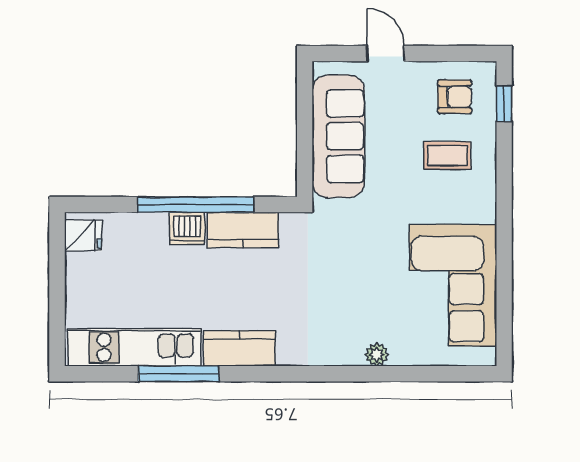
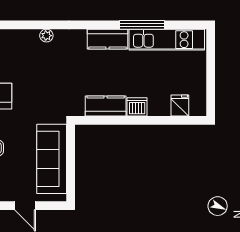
window: (196, 205) -> (132, 120), removed
fridge: (83, 235) -> (180, 105), moved, turned 90
plant: (377, 355) -> (46, 36), moved

